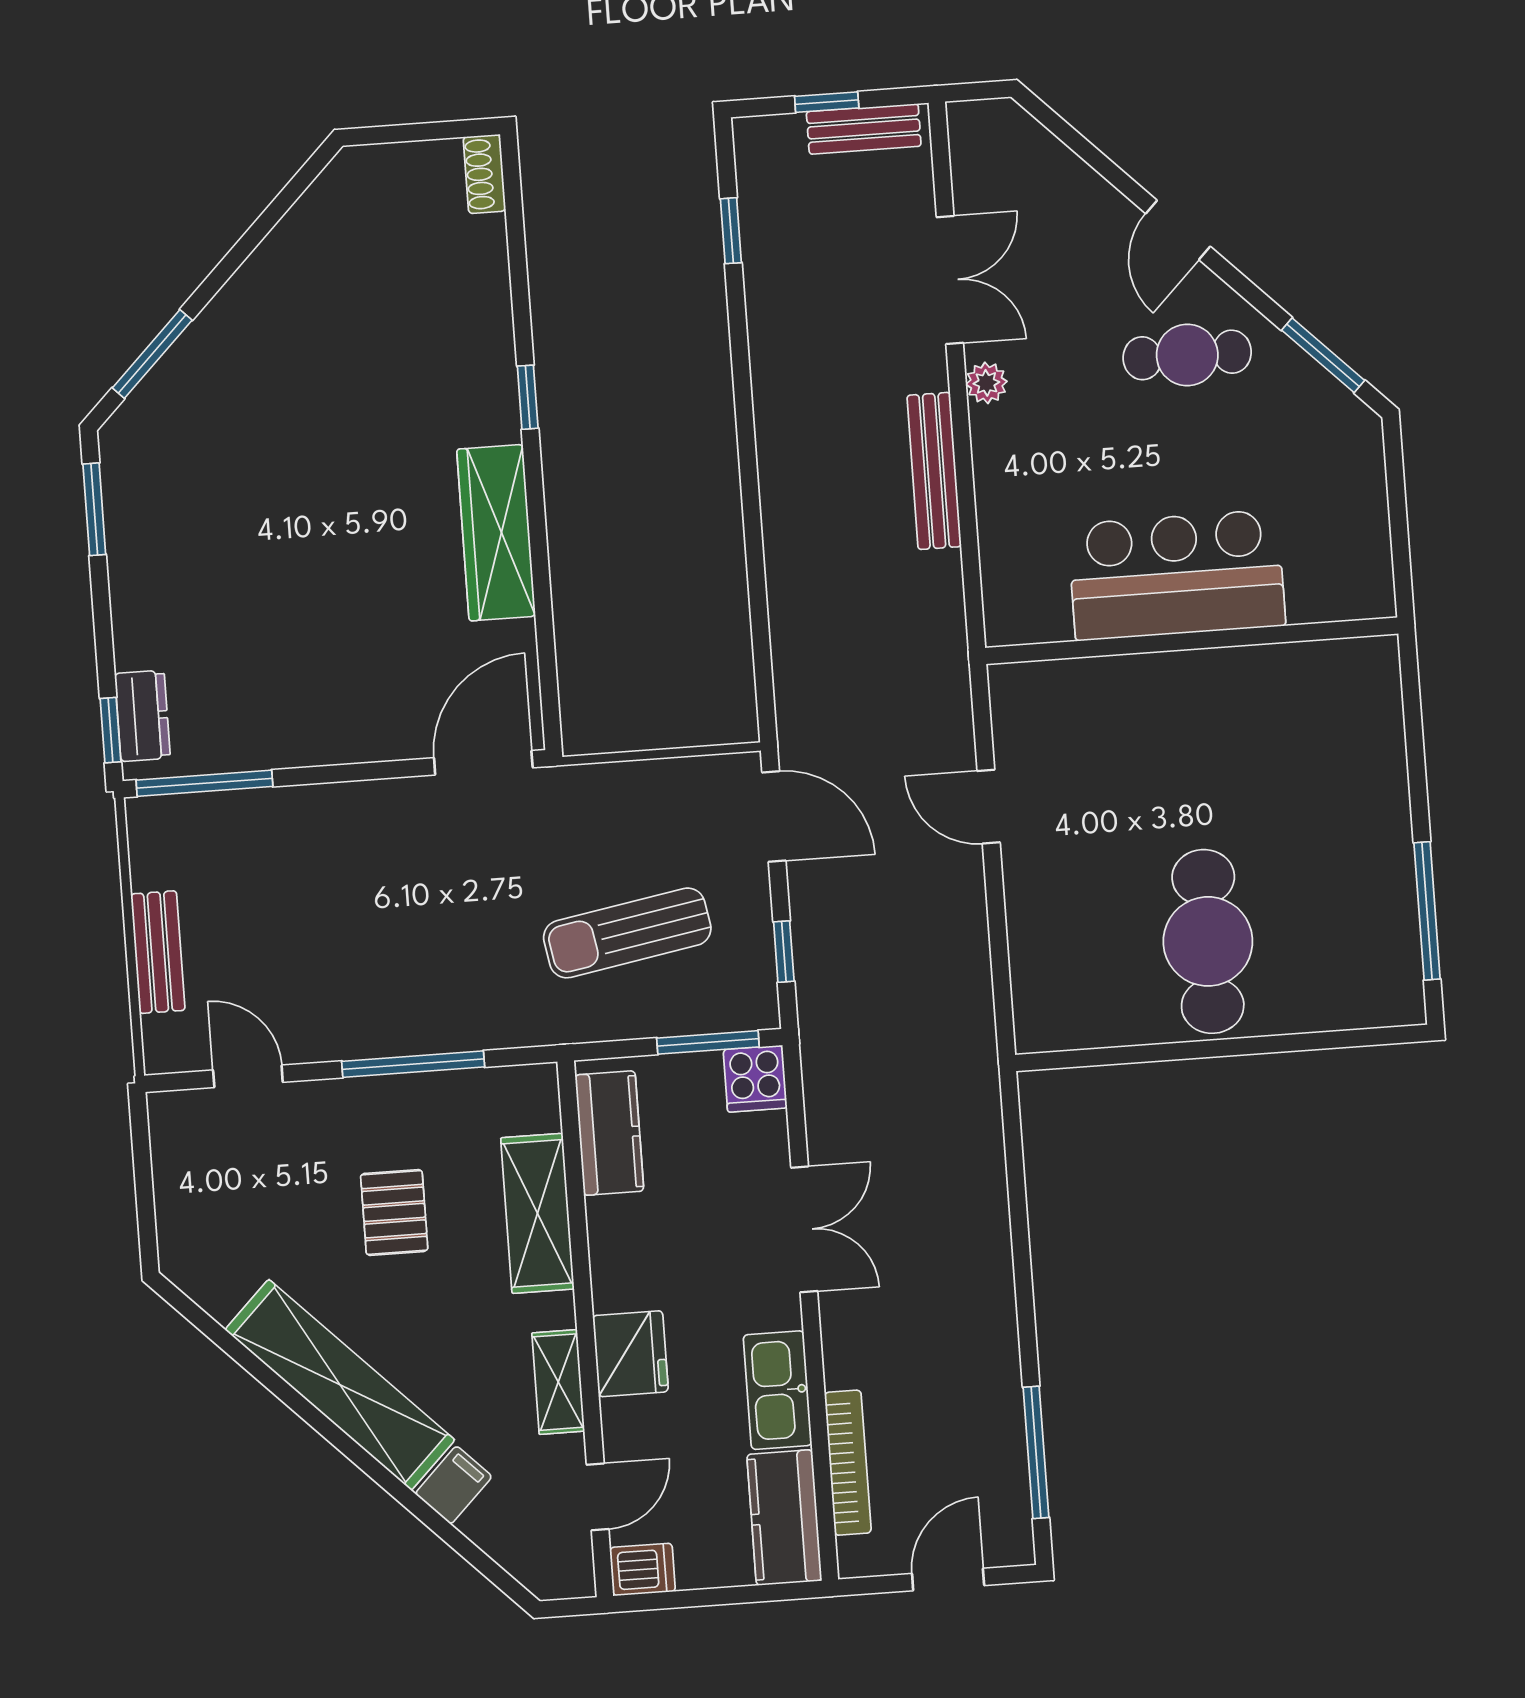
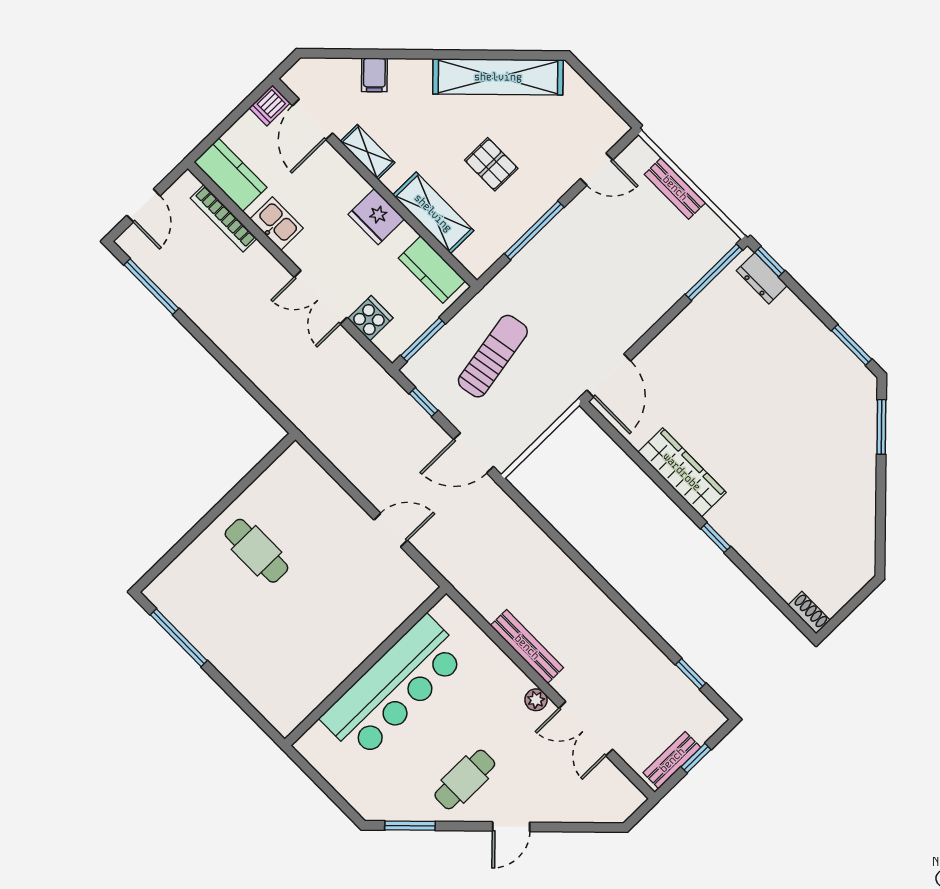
door: (1178, 230) -> (511, 827), swing flipped
bar counter: (1177, 575) -> (394, 687), width x1.36
cafe table: (1208, 941) -> (256, 551), width x0.73, depth x0.74
cooker: (755, 1079) -> (370, 318), moved, turned 90
fridge: (630, 1354) -> (376, 217), moved
shelving: (340, 1385) -> (498, 77), moved
kitchen sink: (778, 1390) -> (277, 224), width x0.73
door: (598, 1497) -> (312, 119), width x1.38

